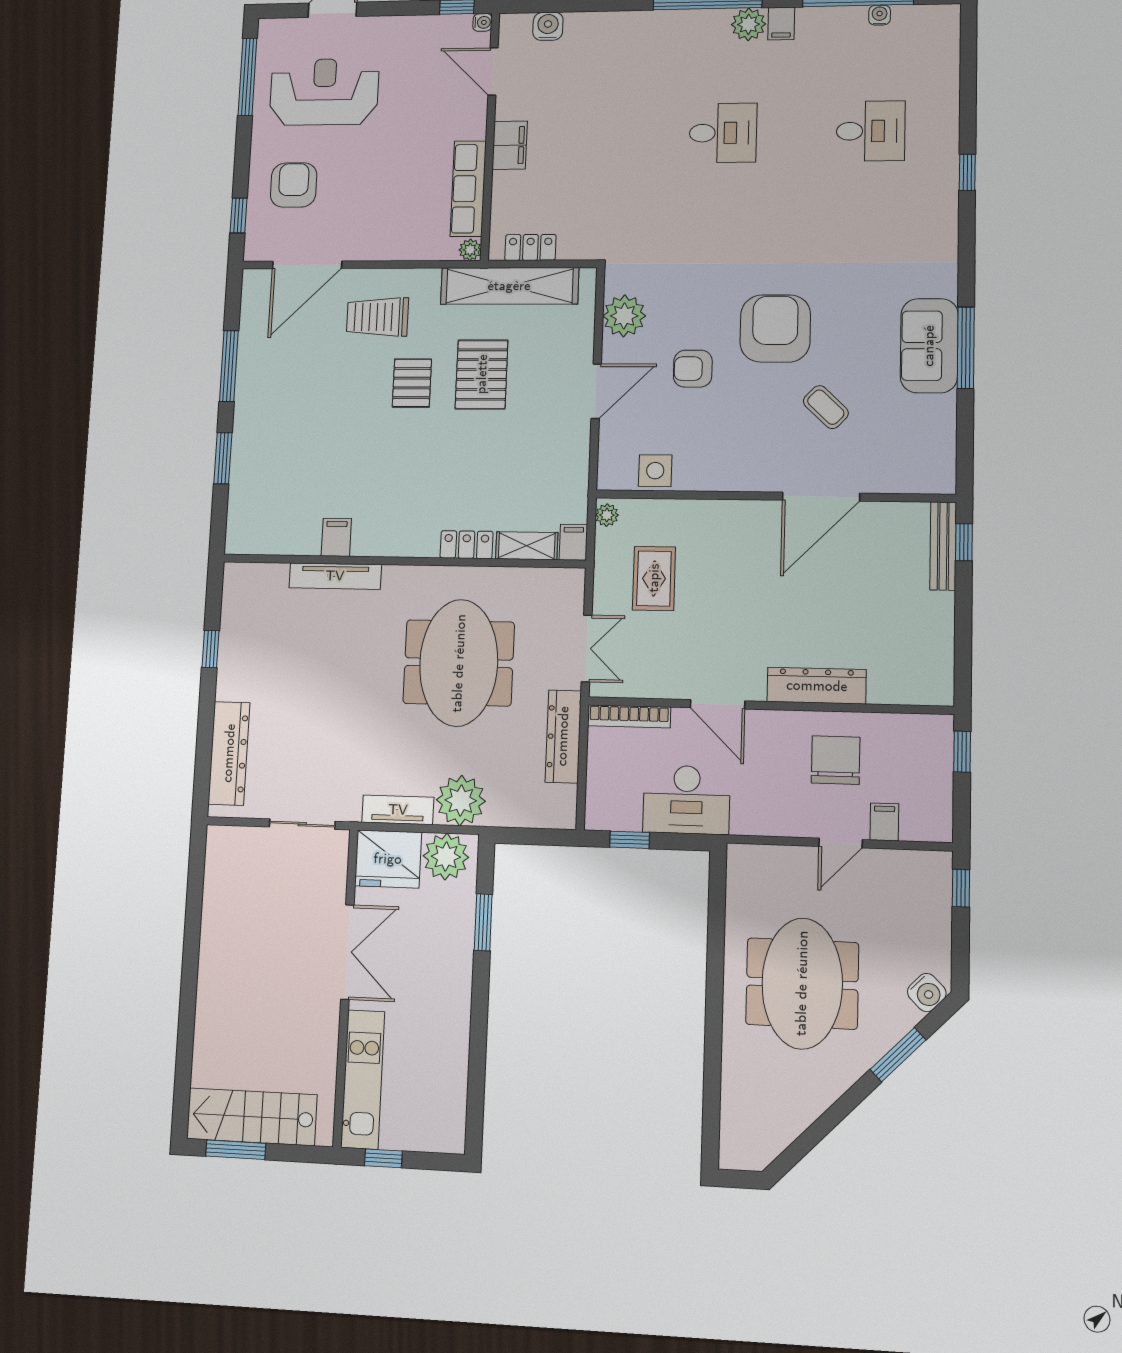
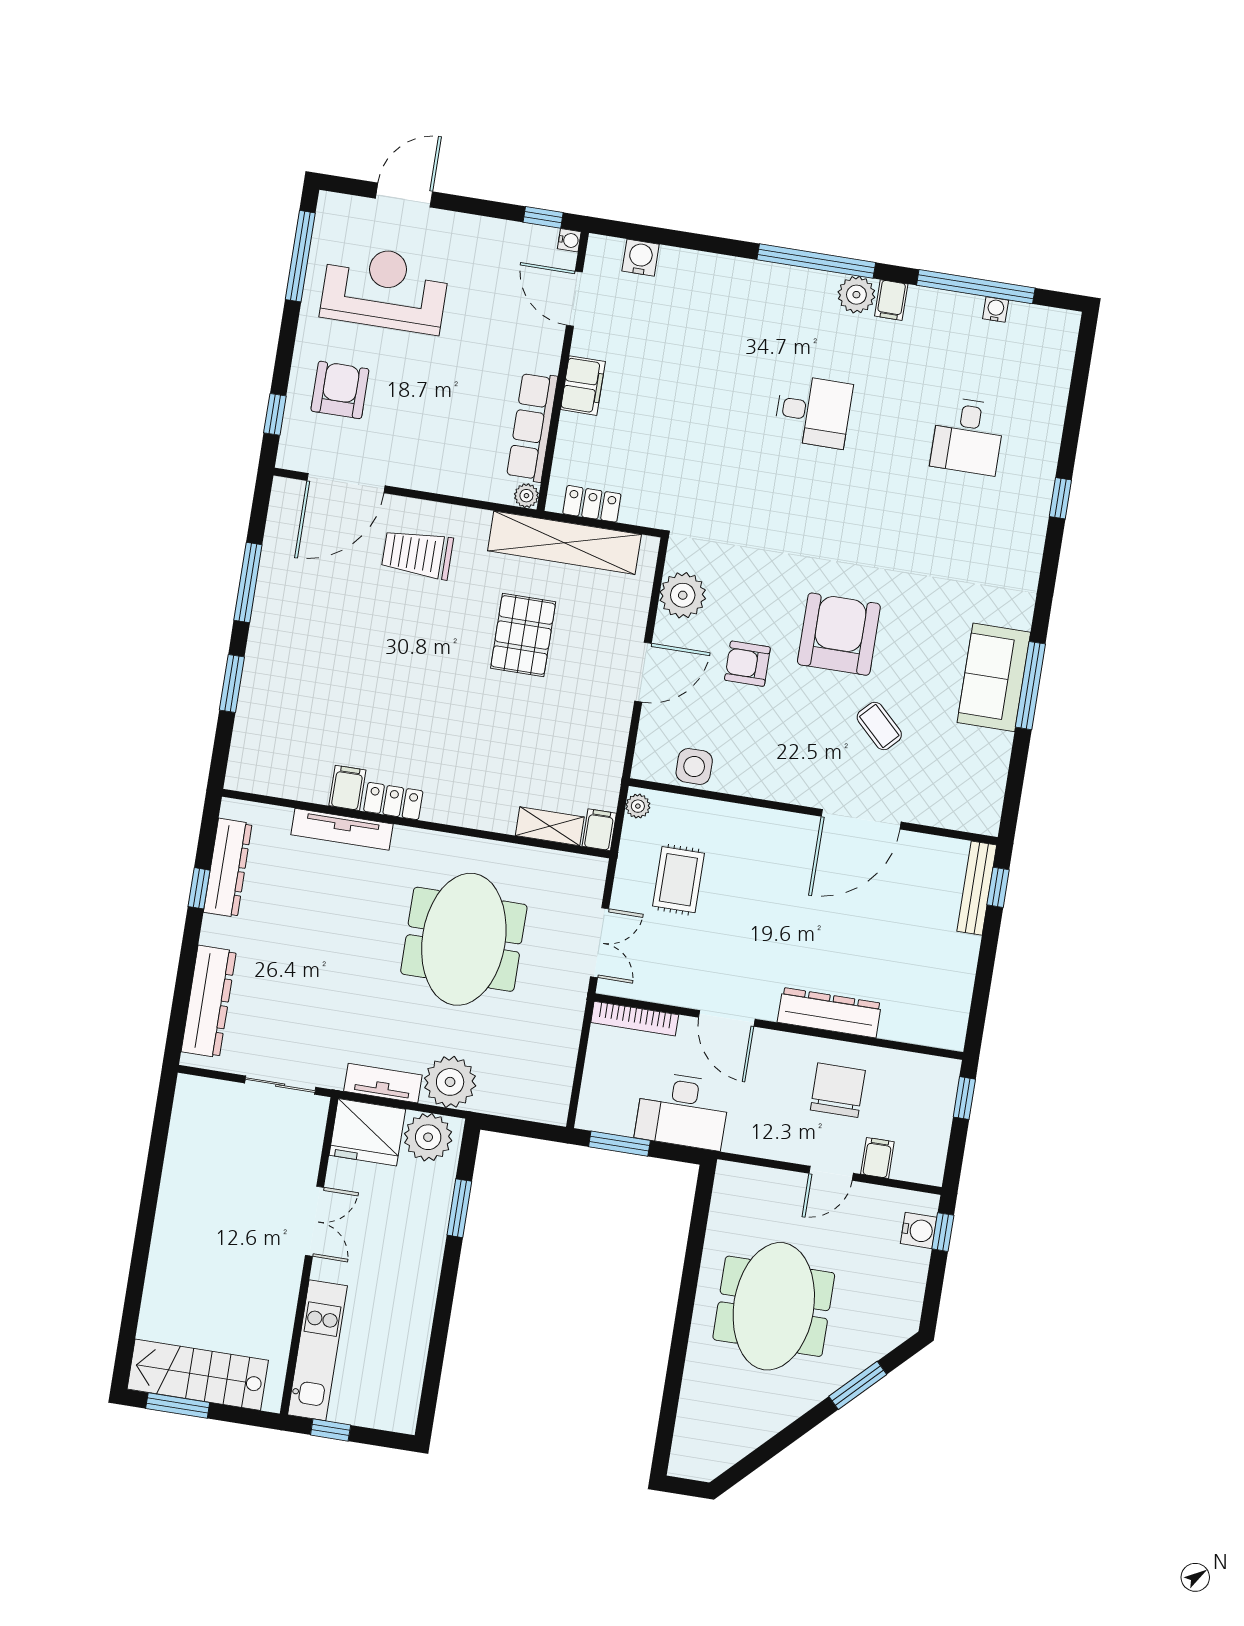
desk: (871, 131) -> (968, 436), turned 90
pallet: (412, 383) -> (447, 633), removed
locker: (467, 545) -> (393, 801), moved
dresser: (563, 736) -> (228, 868), moved, turned 180
window: (630, 840) -> (619, 1144), width x1.50
double door: (347, 952) -> (315, 1221), width x0.73
water cooler: (927, 993) -> (919, 1230), moved, turned -45

